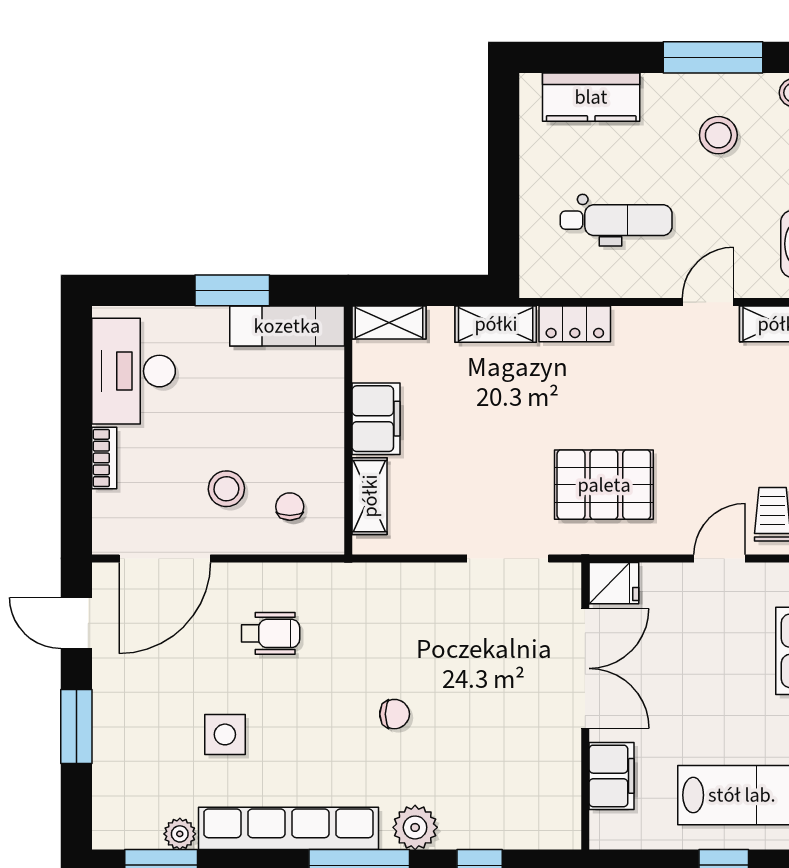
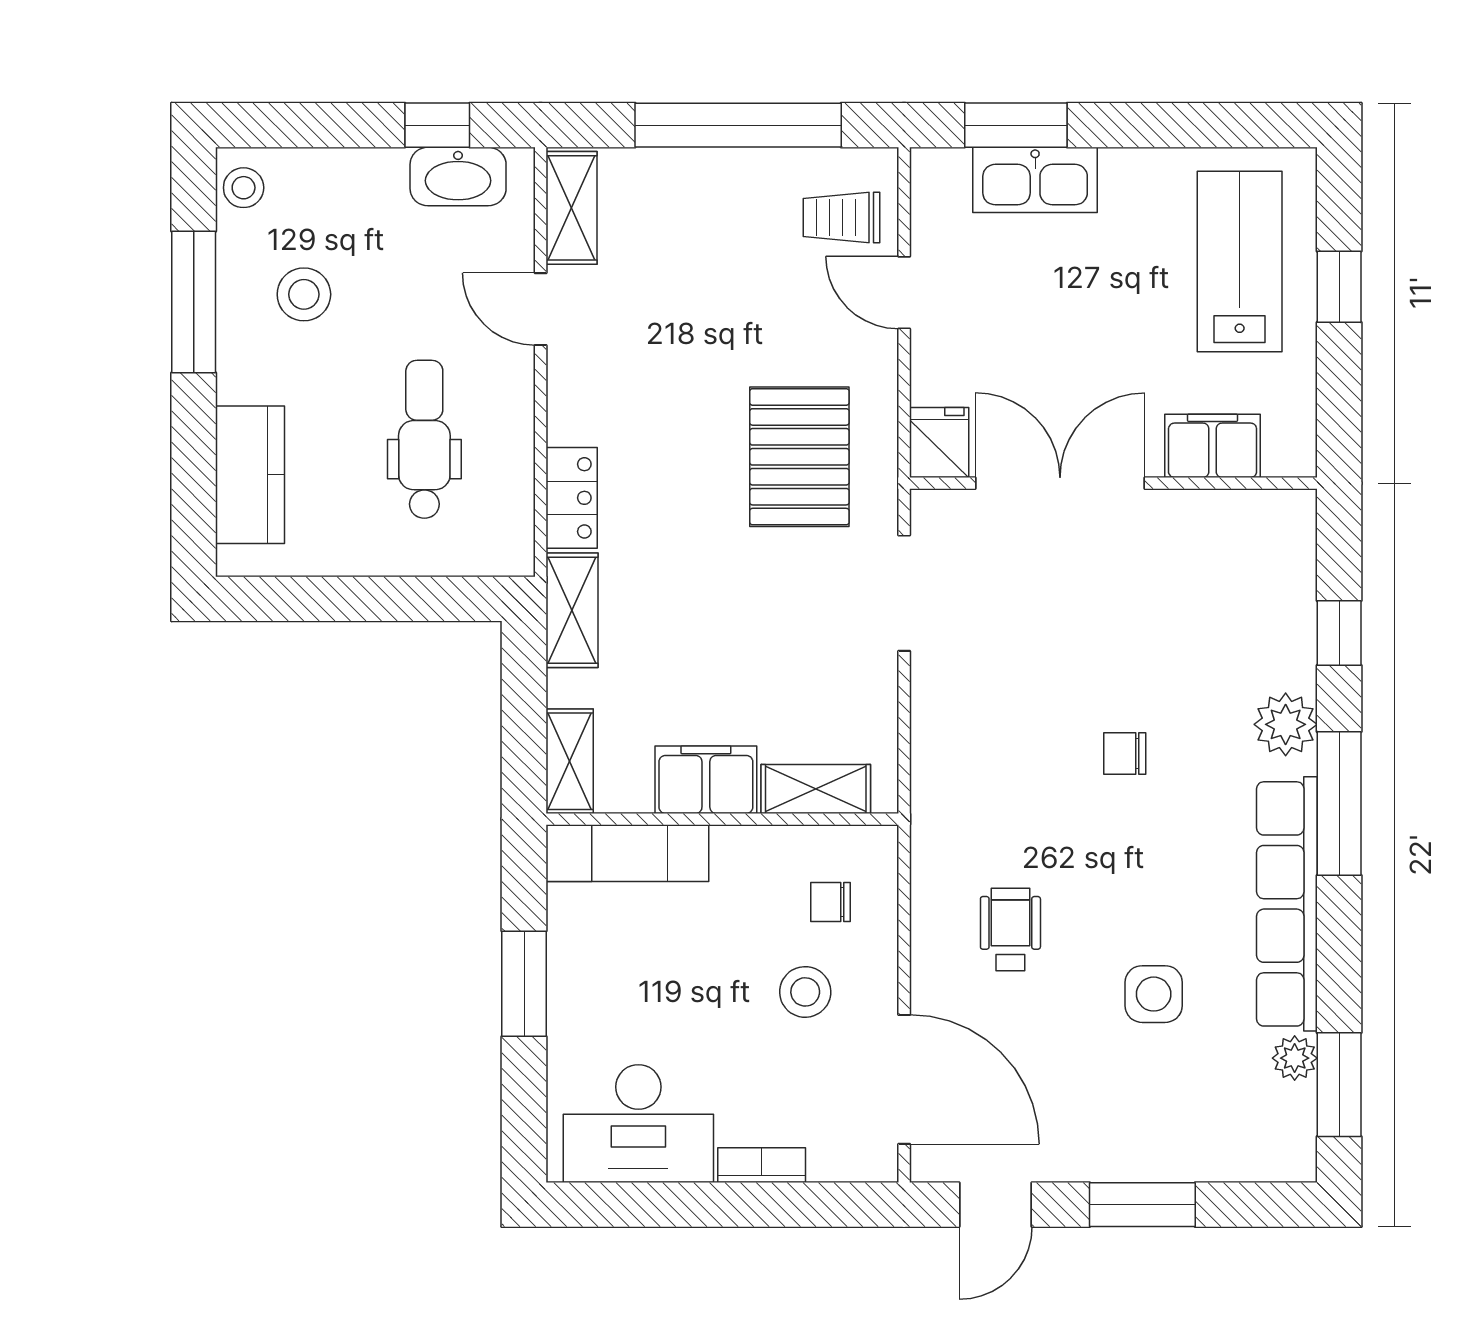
exam couch: (287, 326) -> (627, 853), moved, turned 90
chair: (395, 714) -> (1125, 754), turned -90

